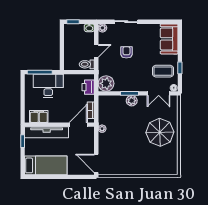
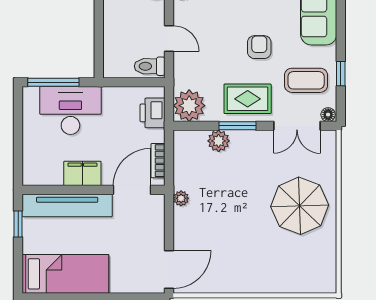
door: (96, 51) -> (169, 39), hinge flipped
armchair: (126, 52) -> (259, 47), moved
rug: (134, 80) -> (248, 99), added
plant: (132, 101) -> (219, 141), moved
filing cabinet: (39, 117) -> (82, 173), moved
door: (96, 163) -> (169, 270), swing flipped

